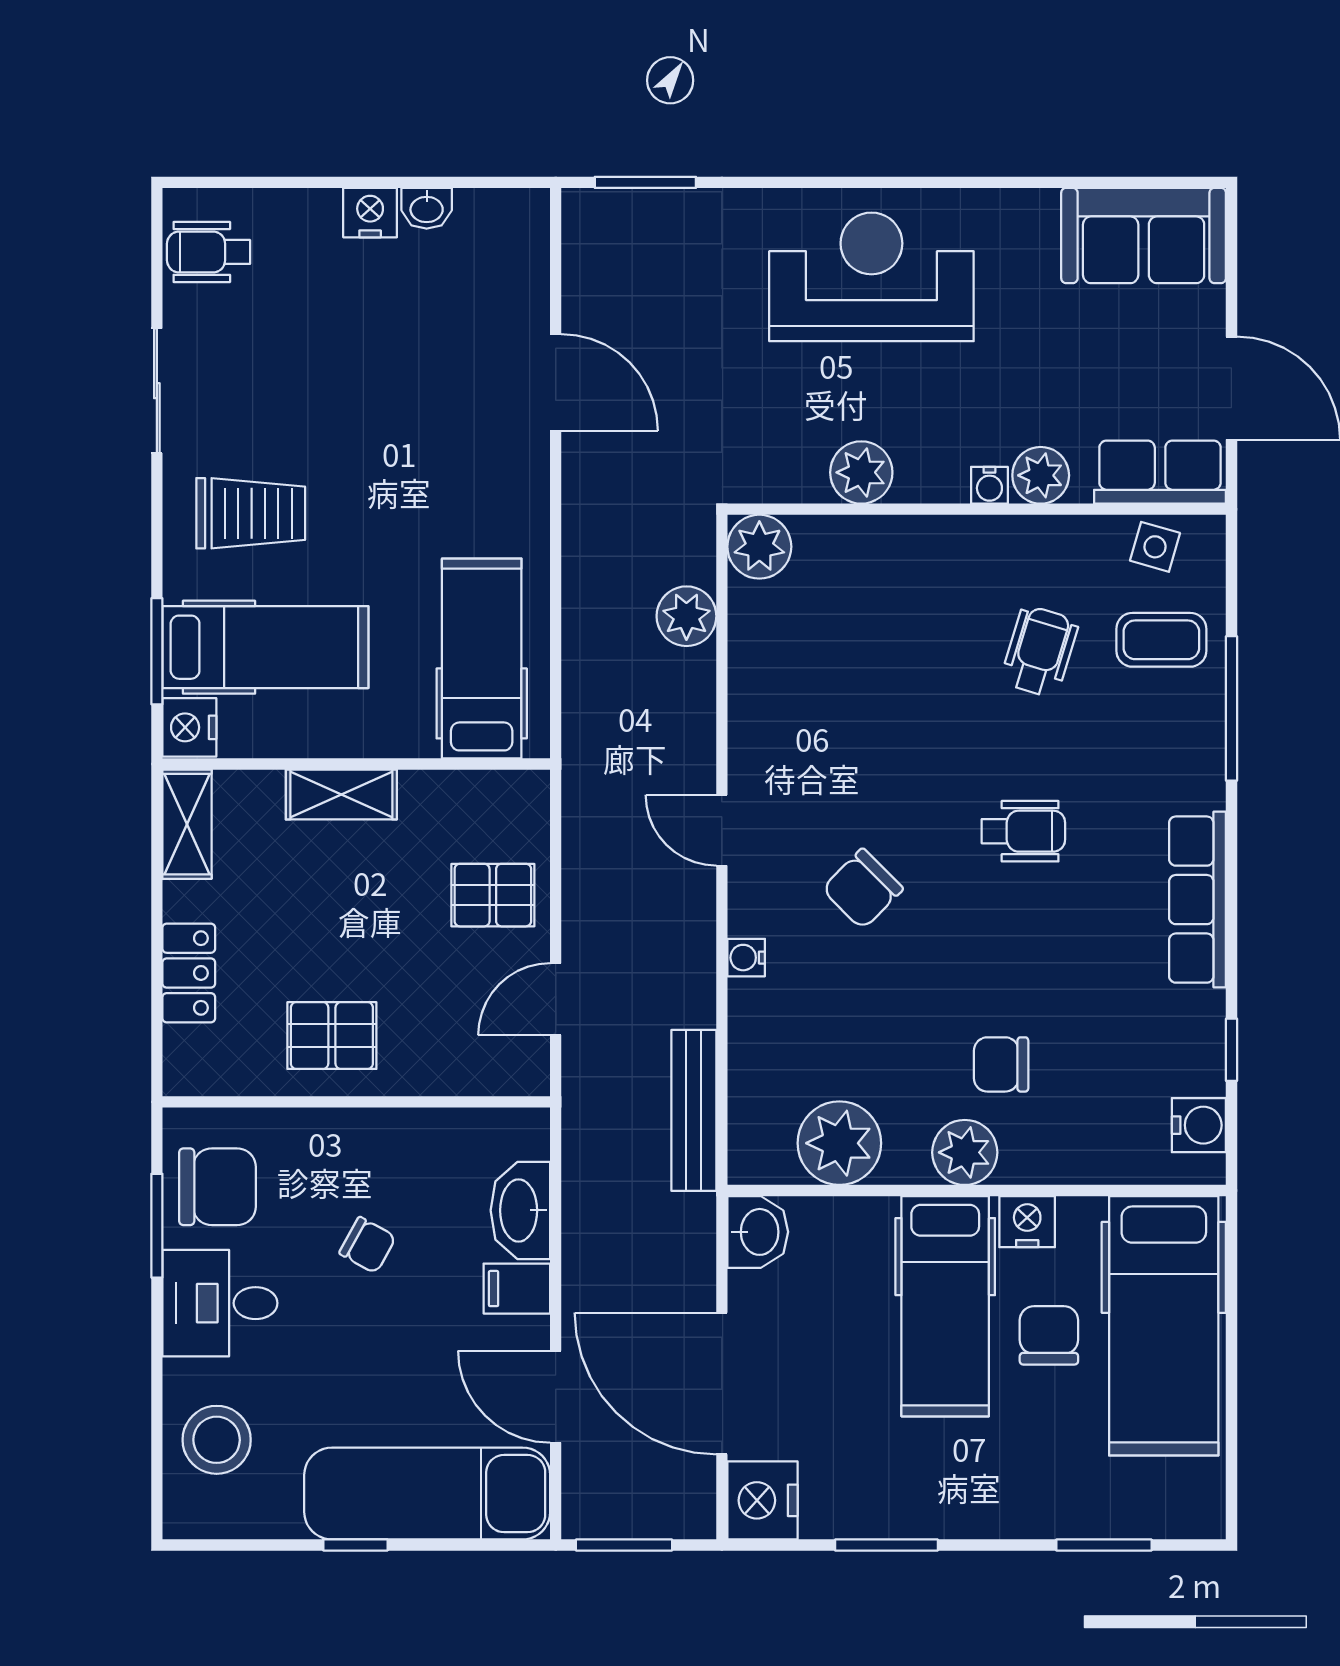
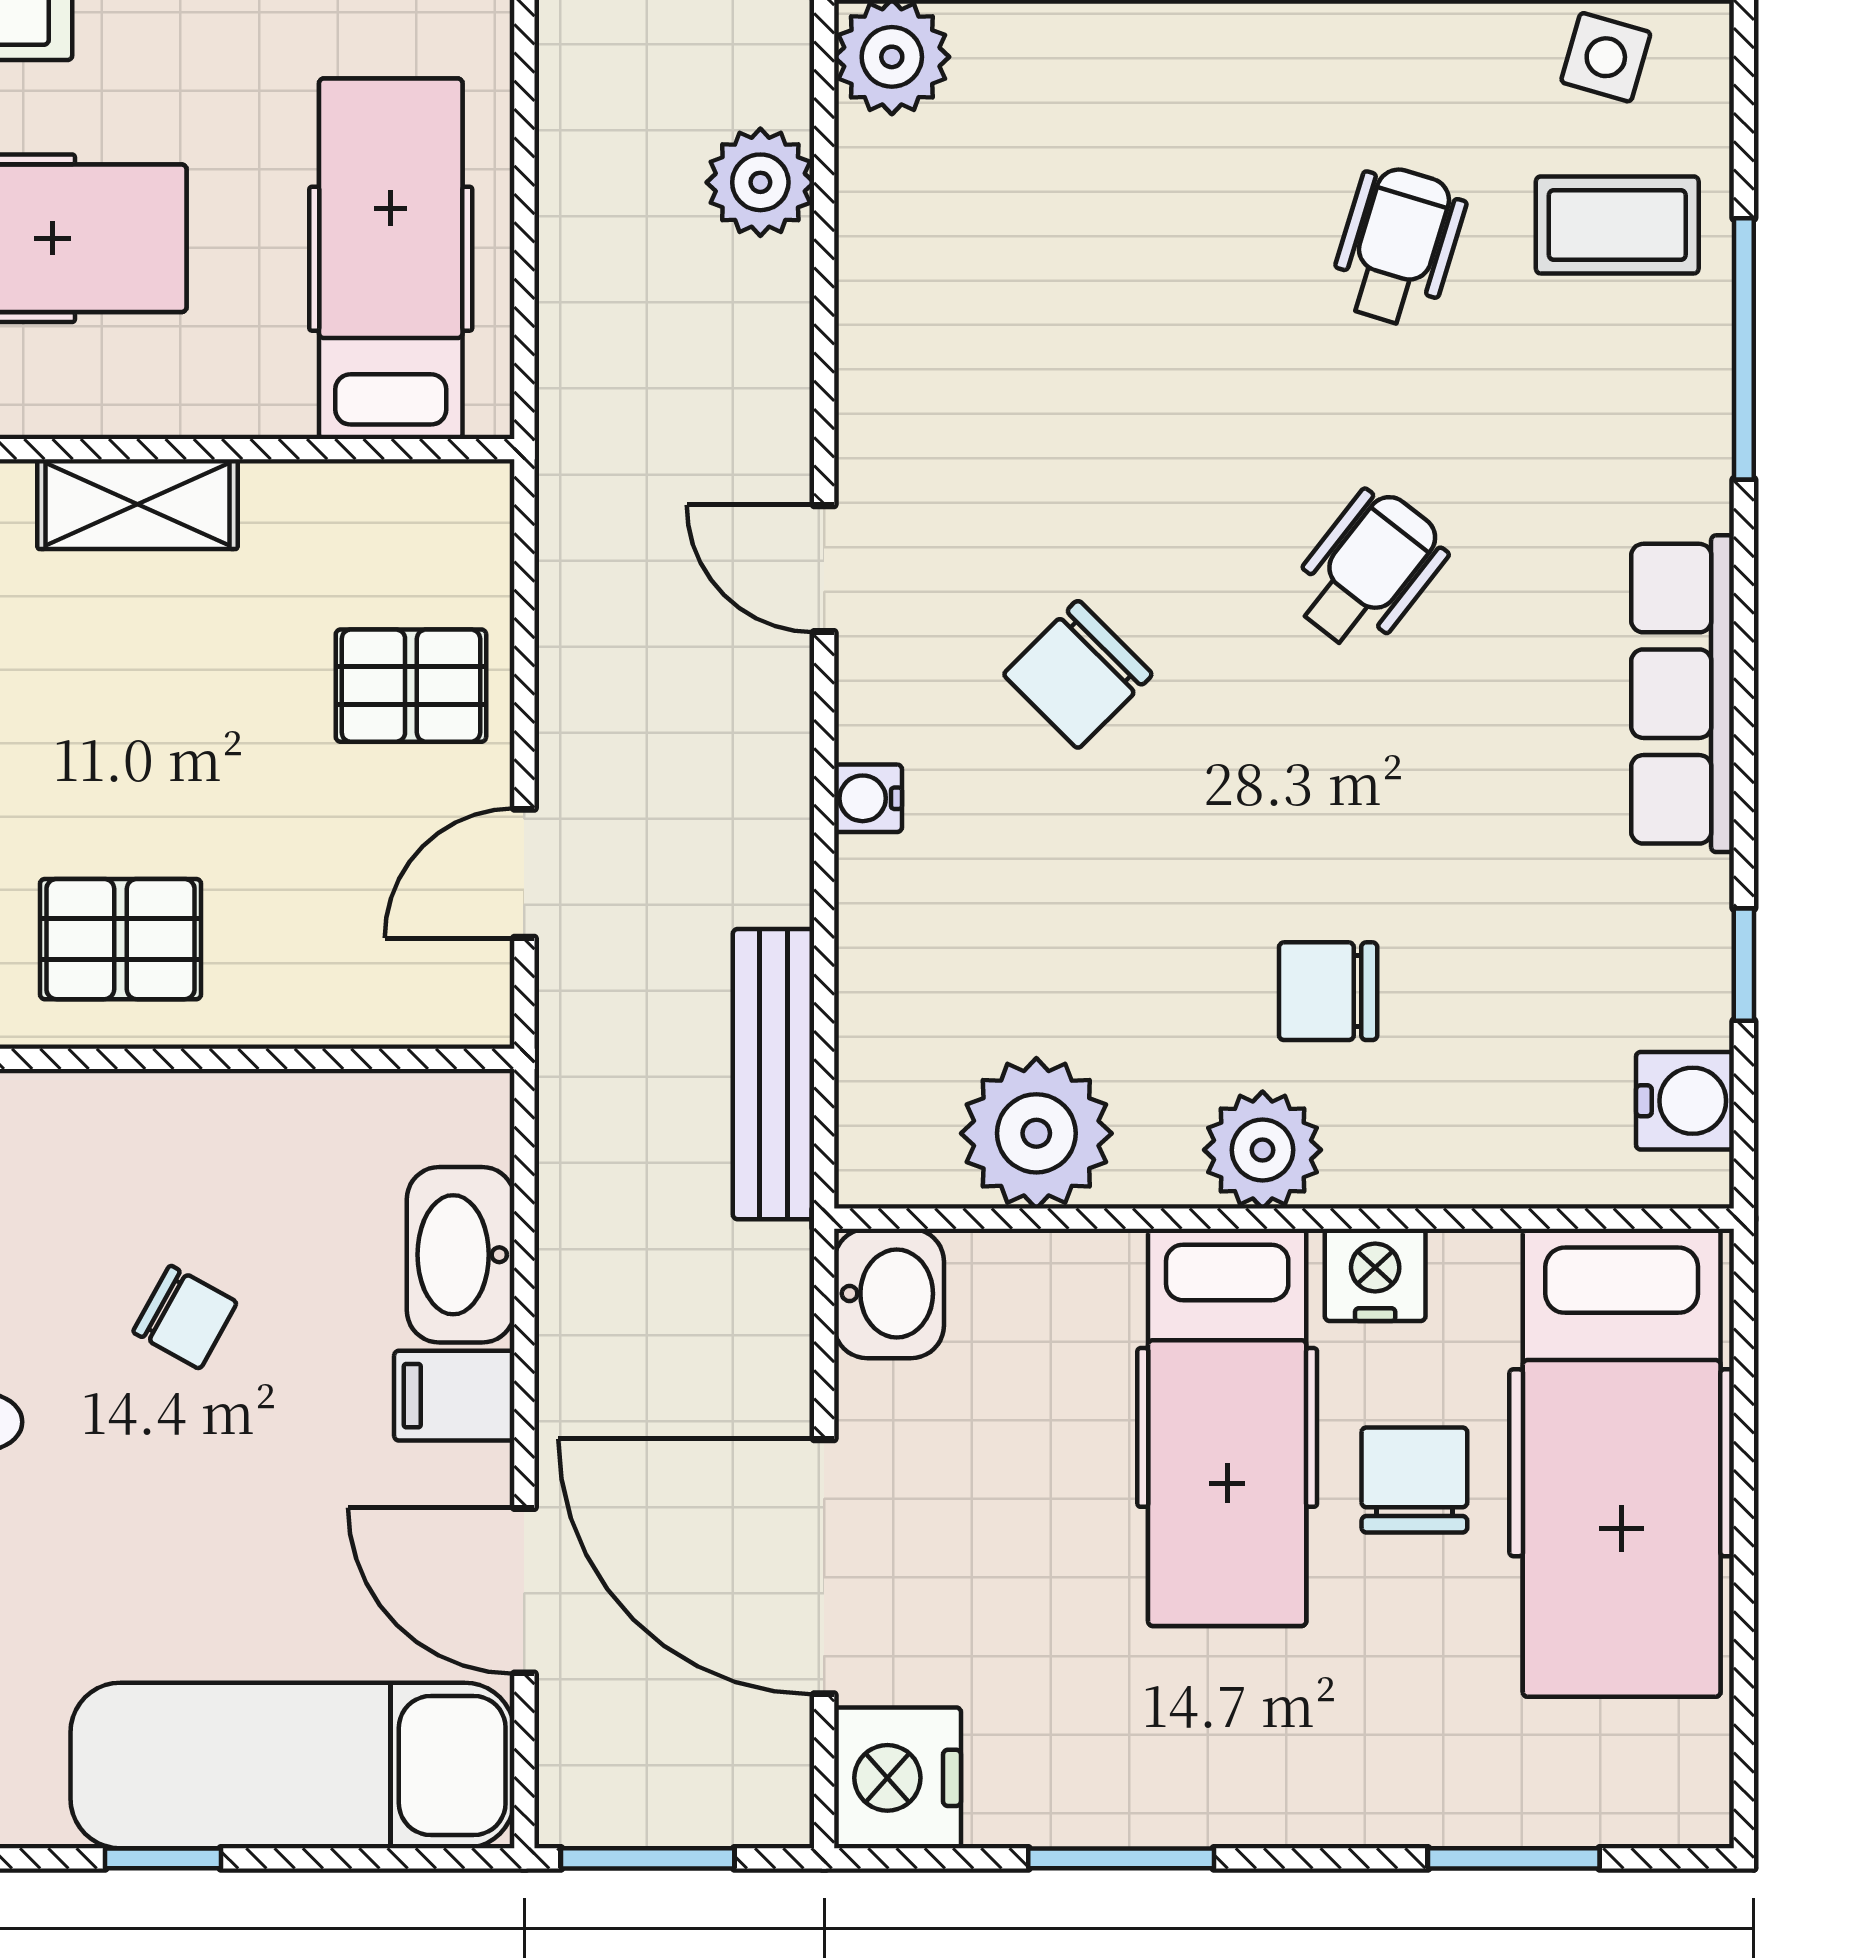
wheelchair: (1023, 831) -> (1368, 570), turned -52

